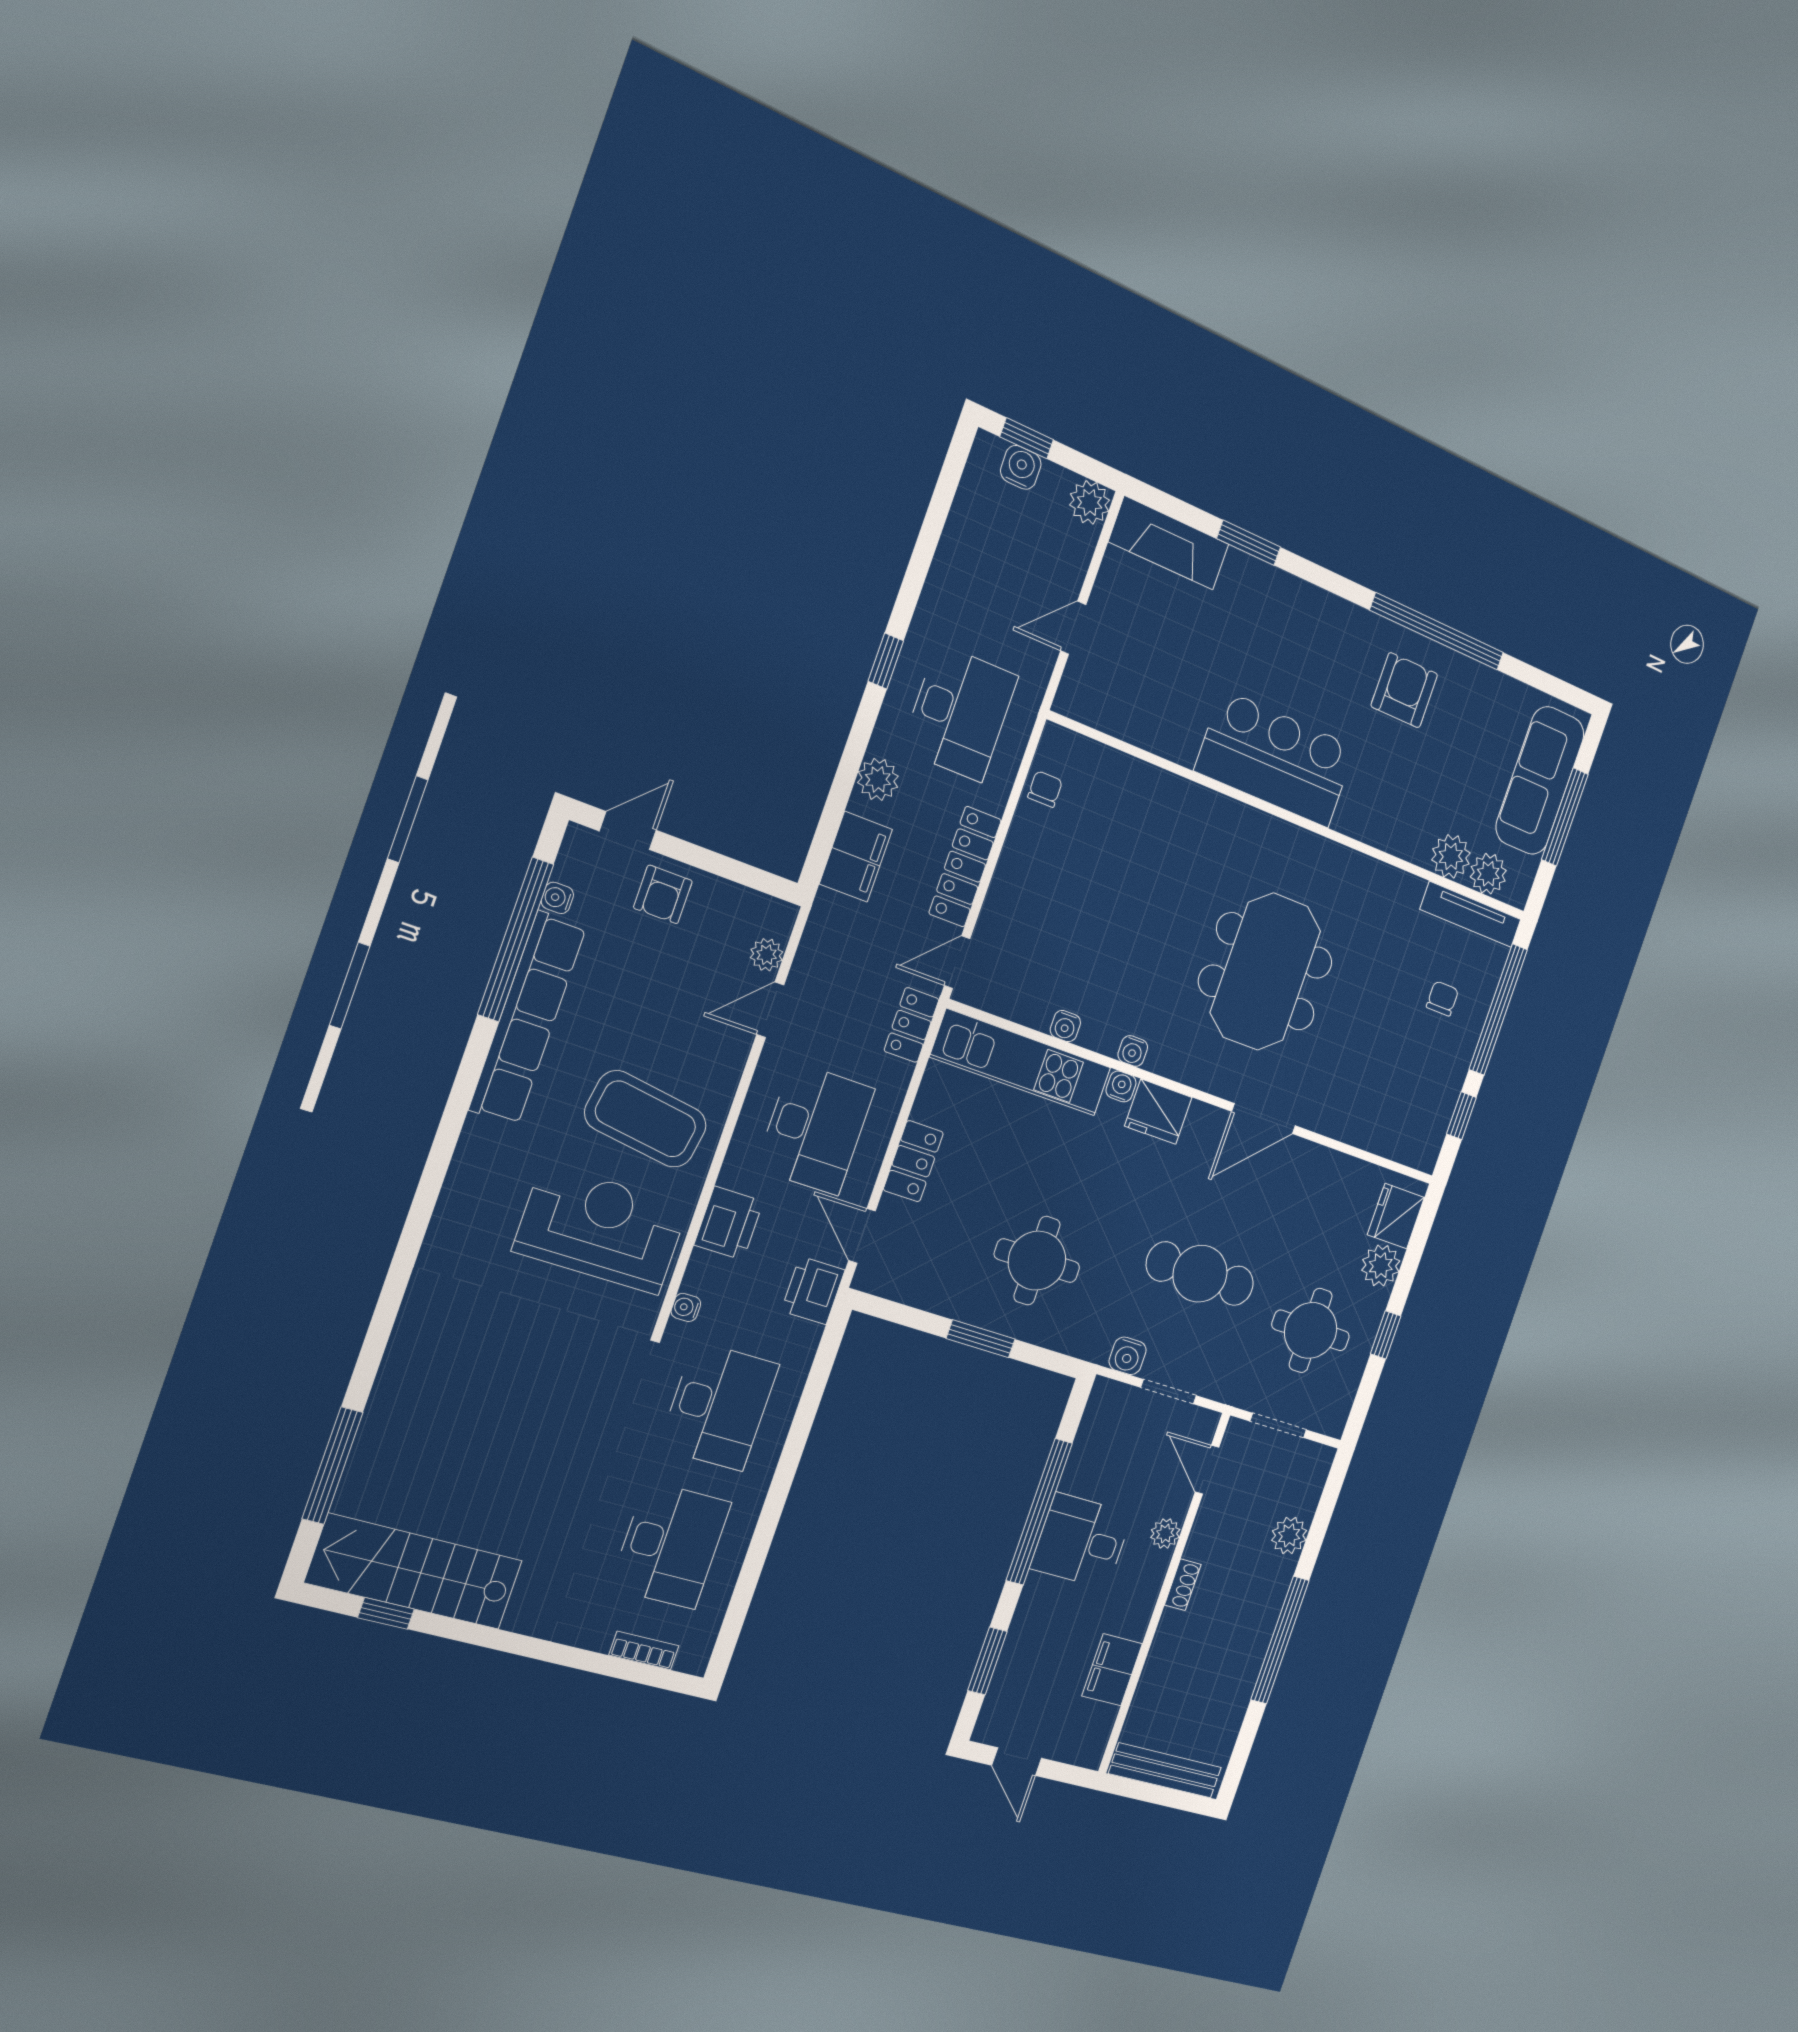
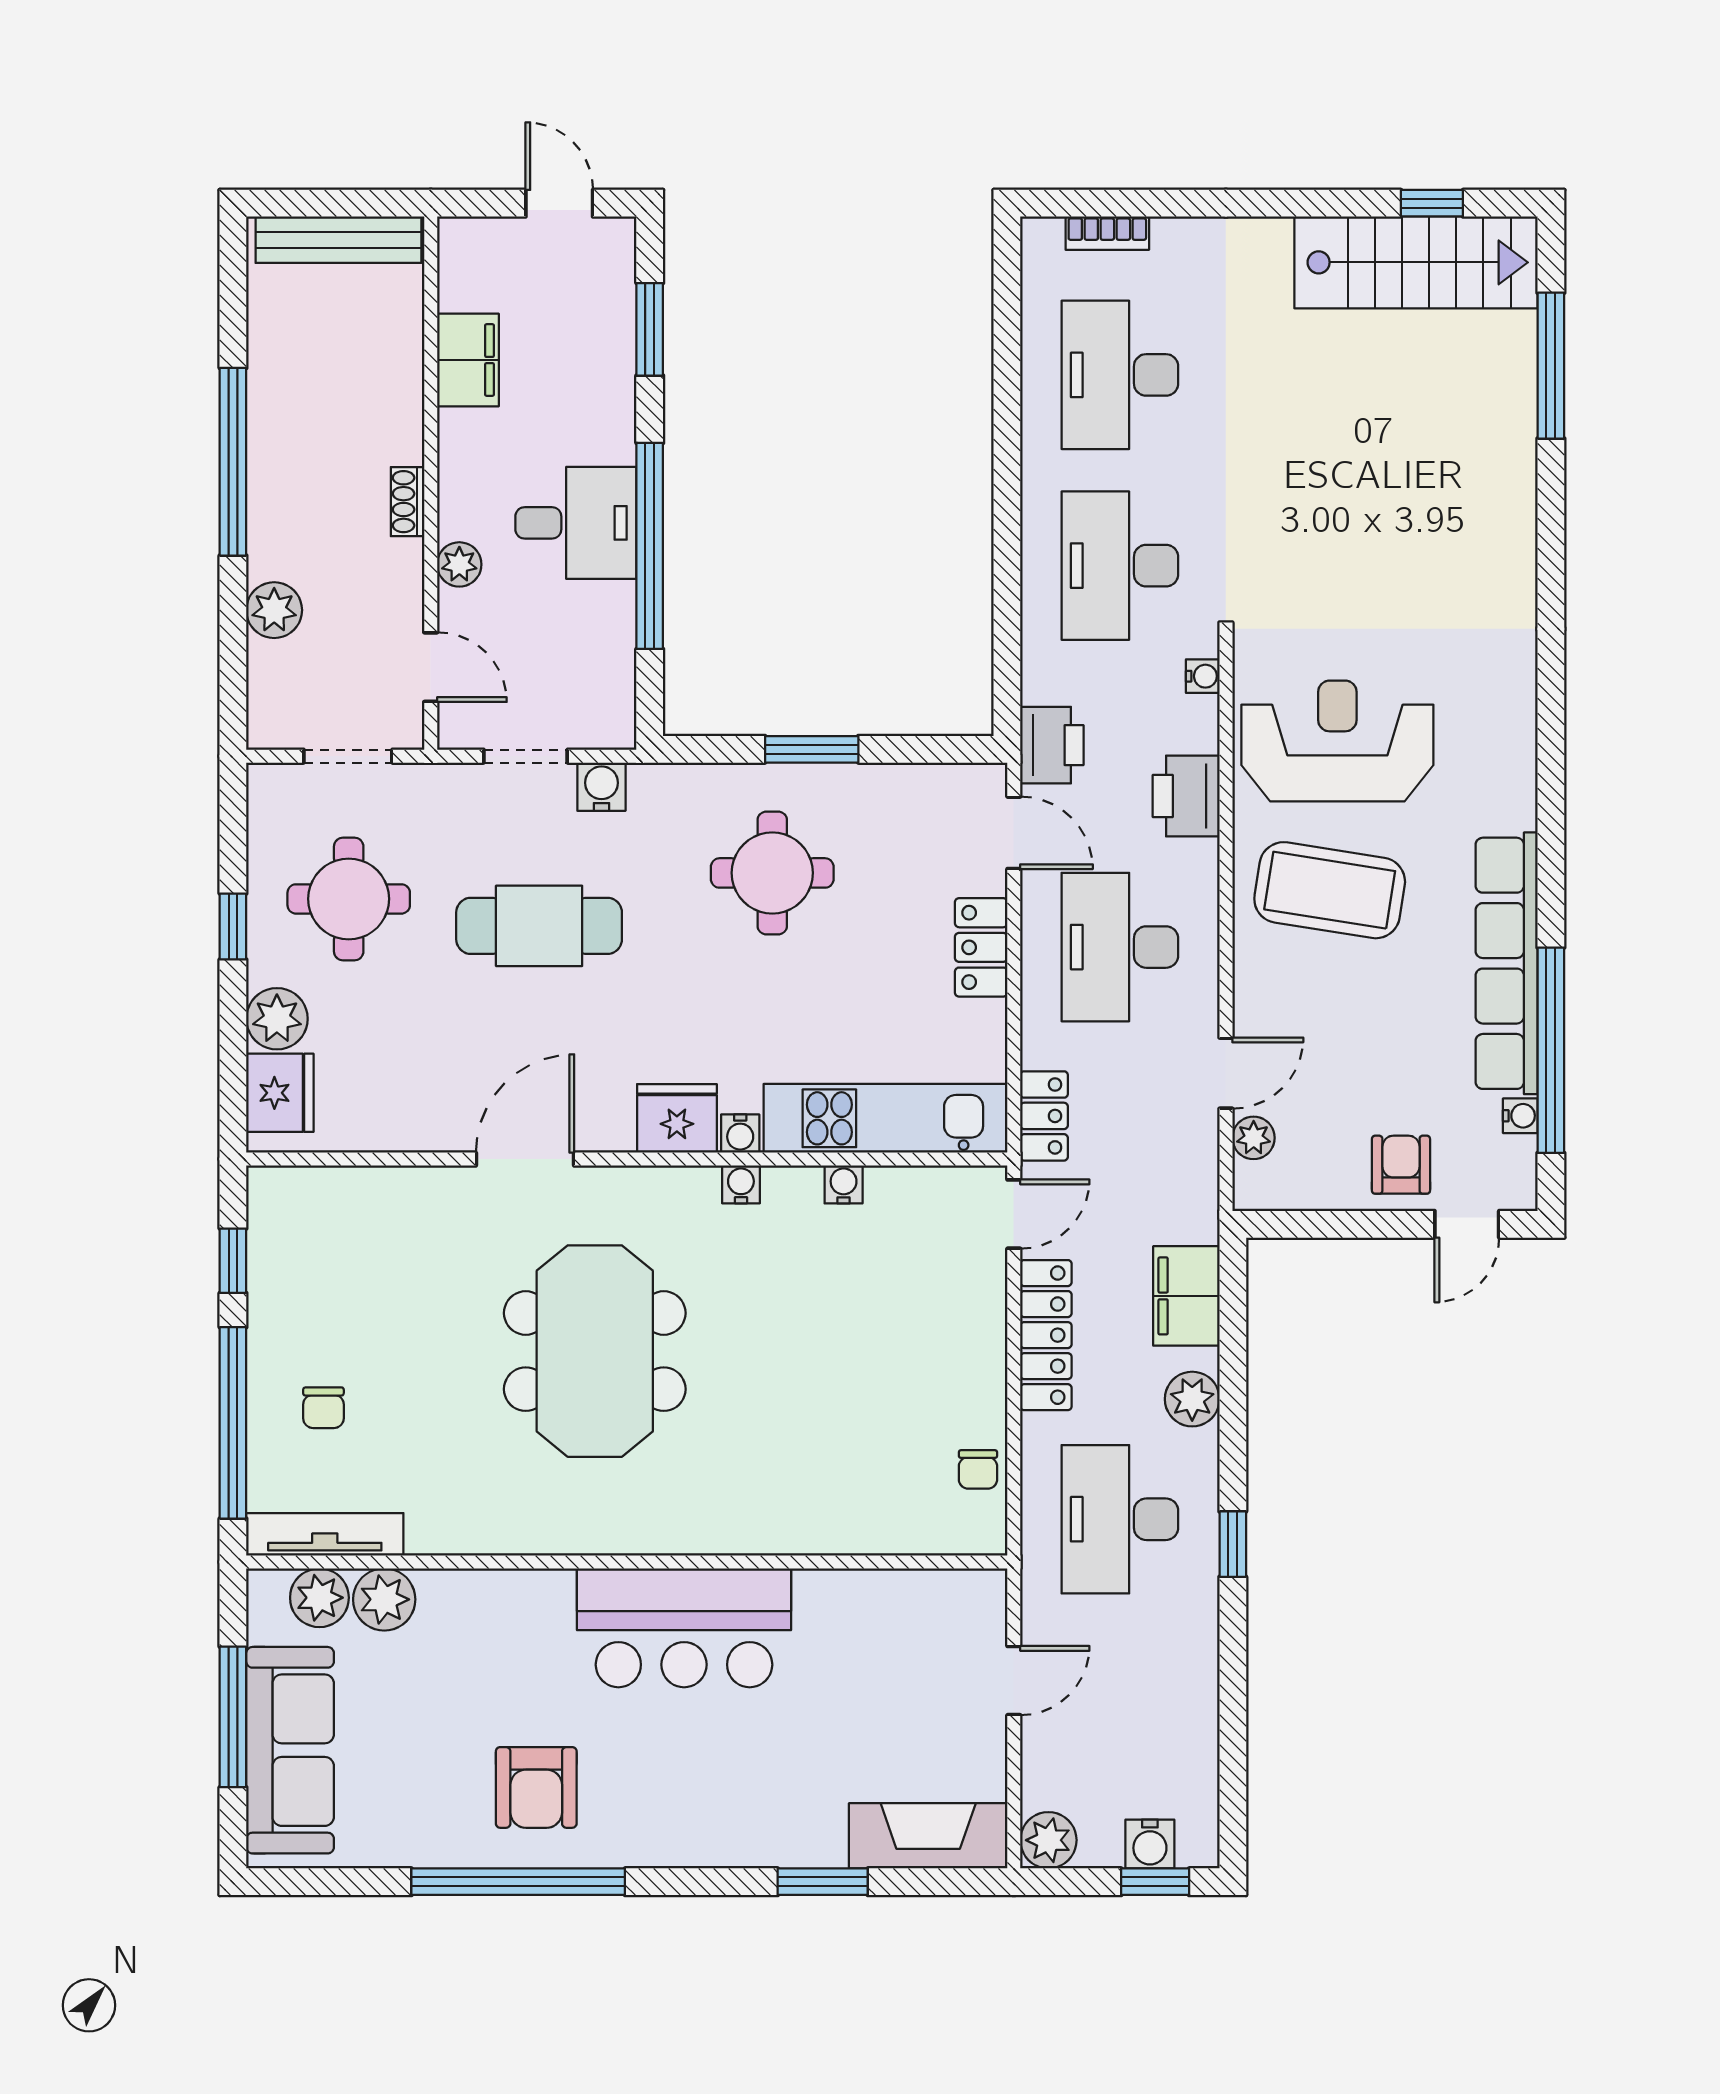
reception desk: (601, 1229) -> (1337, 741), turned 180

